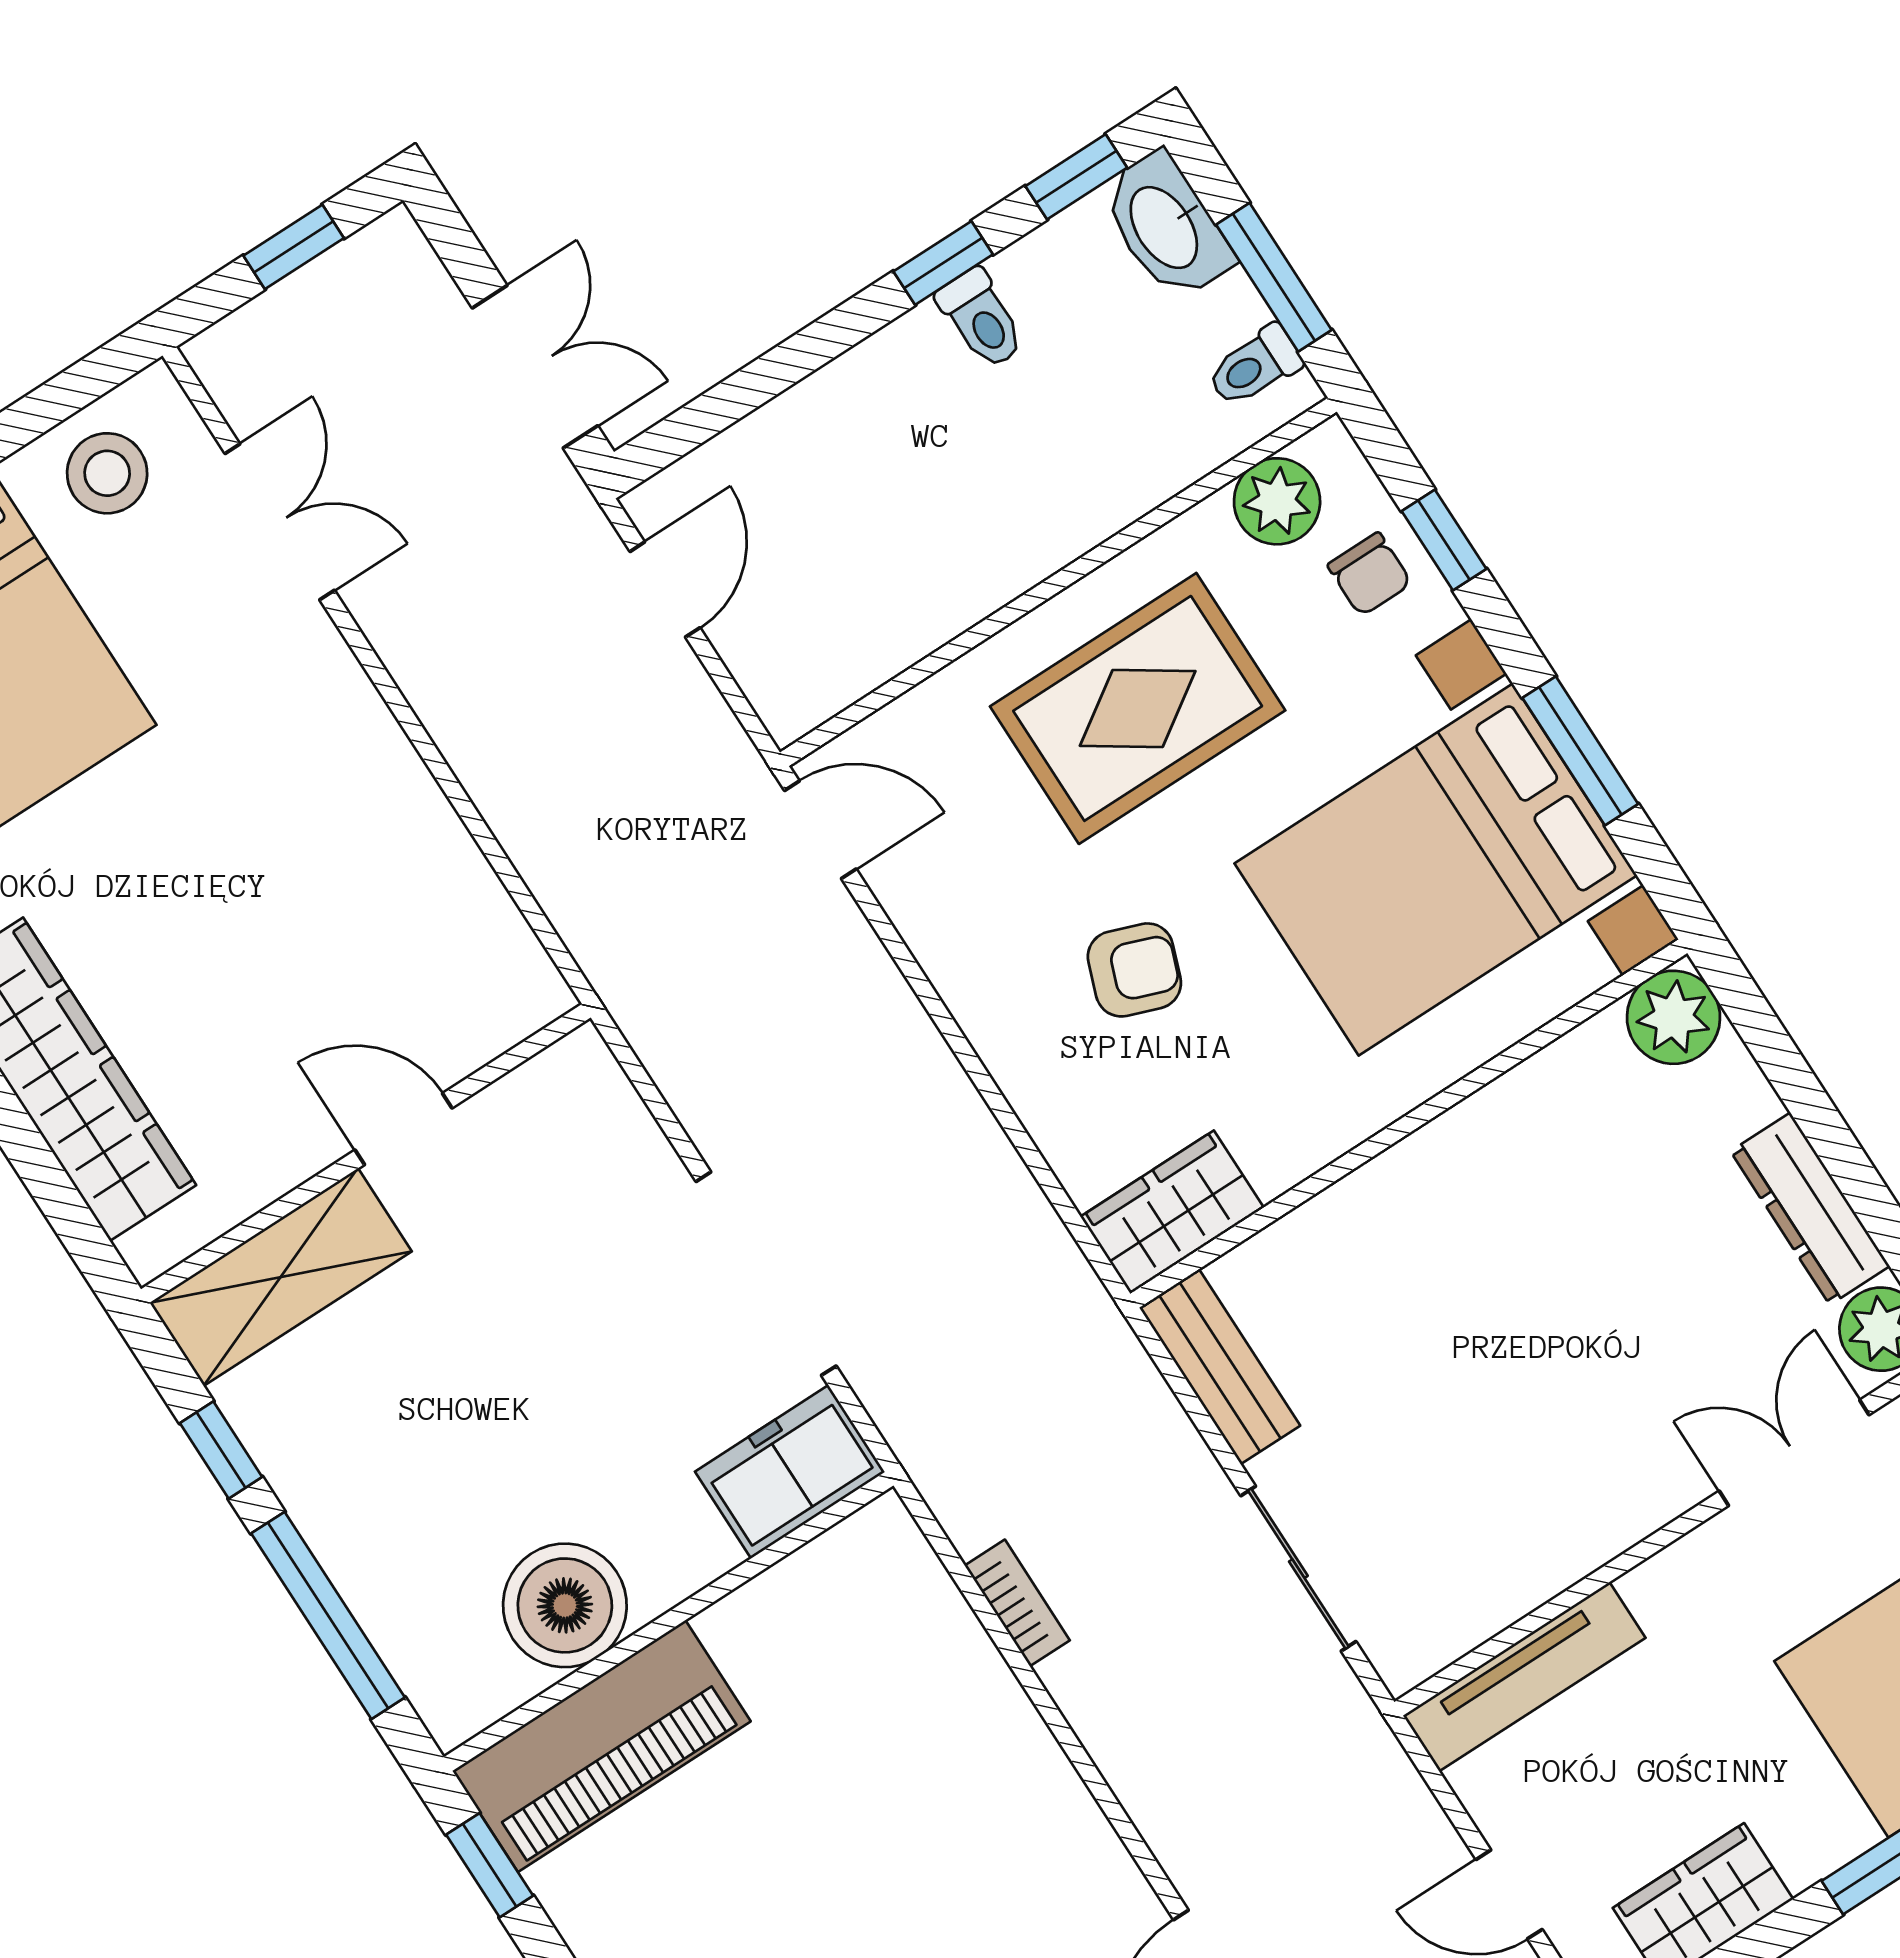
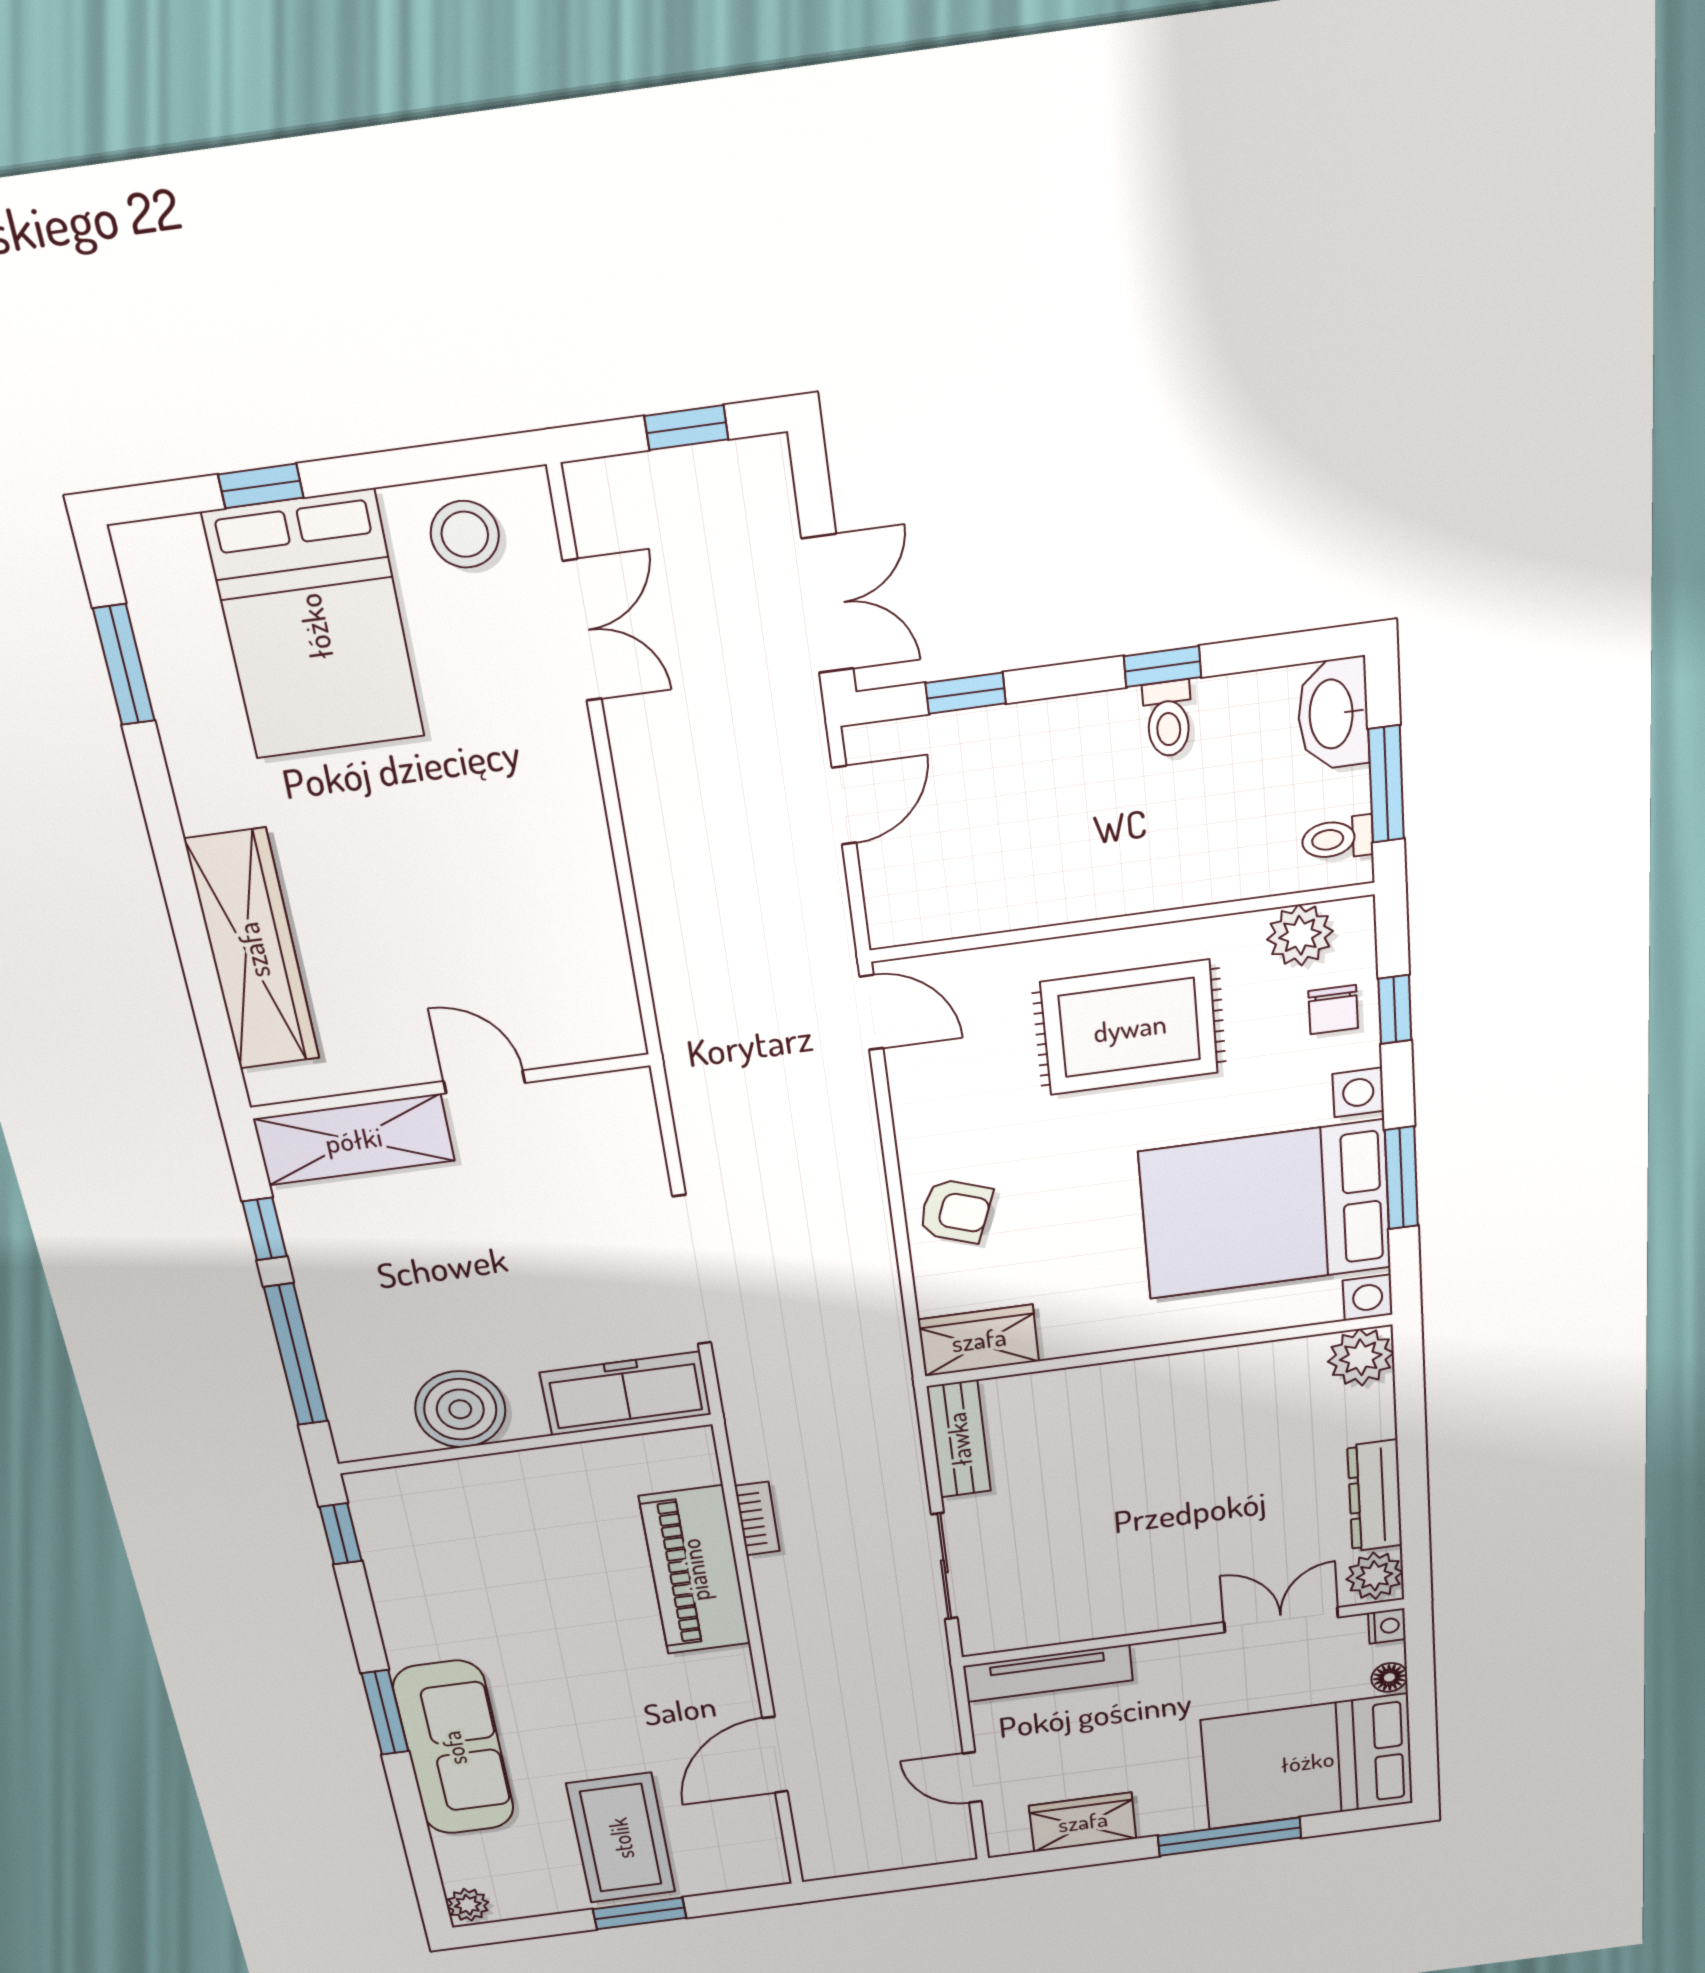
window: (1076, 177) -> (966, 693), moved
armchair: (1134, 970) -> (955, 1211), moved
freezer: (790, 1472) -> (626, 1394), width x1.40
piano: (602, 1746) -> (695, 1570), moved, turned 90

